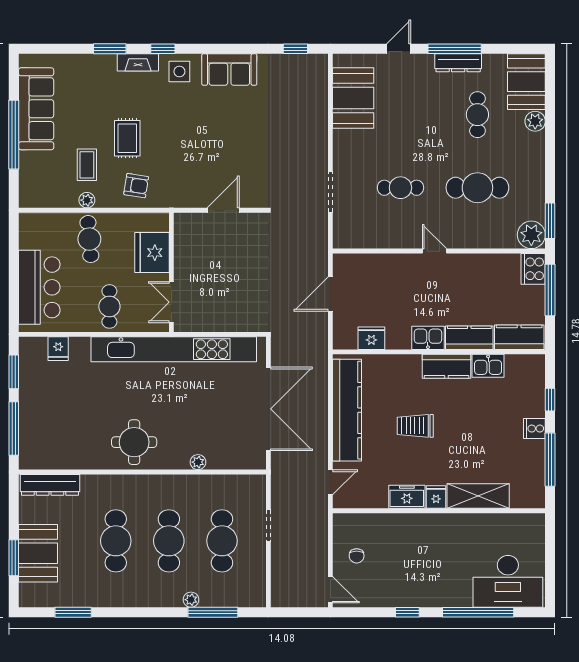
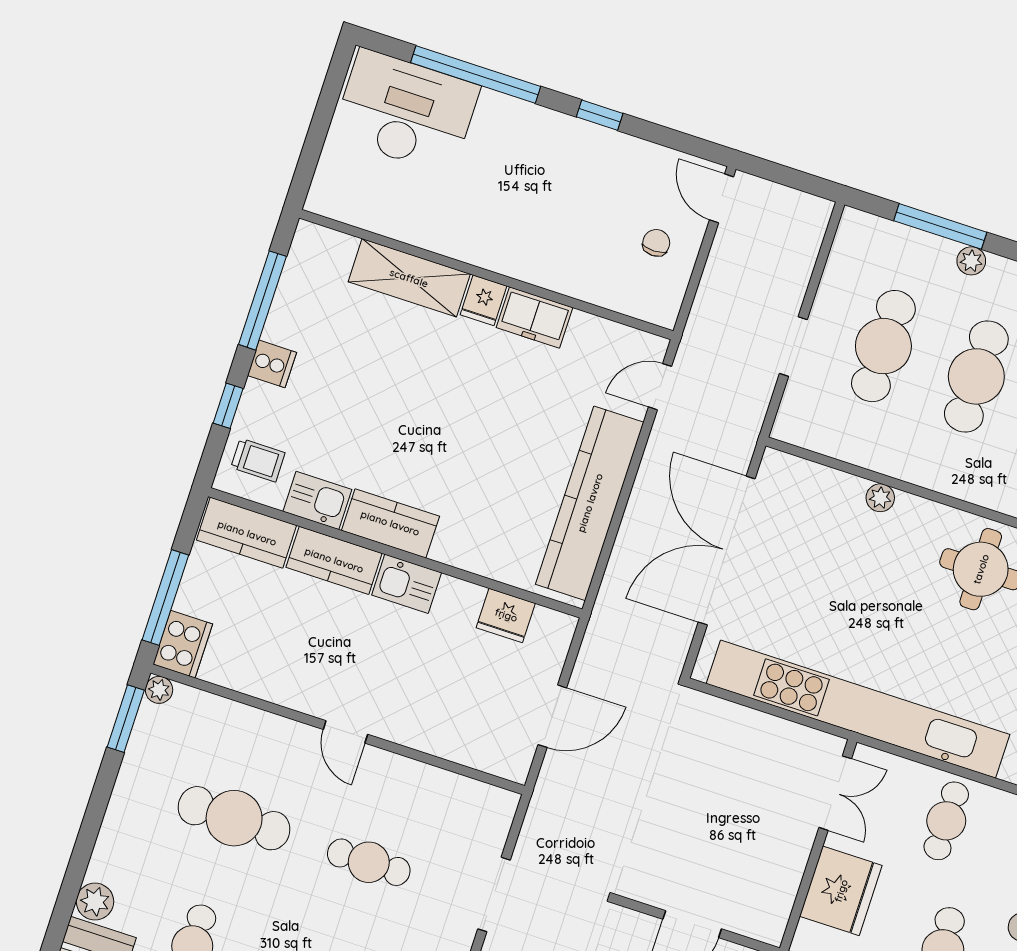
plant: (531, 235) -> (159, 690), width x0.53, depth x0.53
trolley: (415, 426) -> (258, 460), moved, width x0.73, depth x0.72

